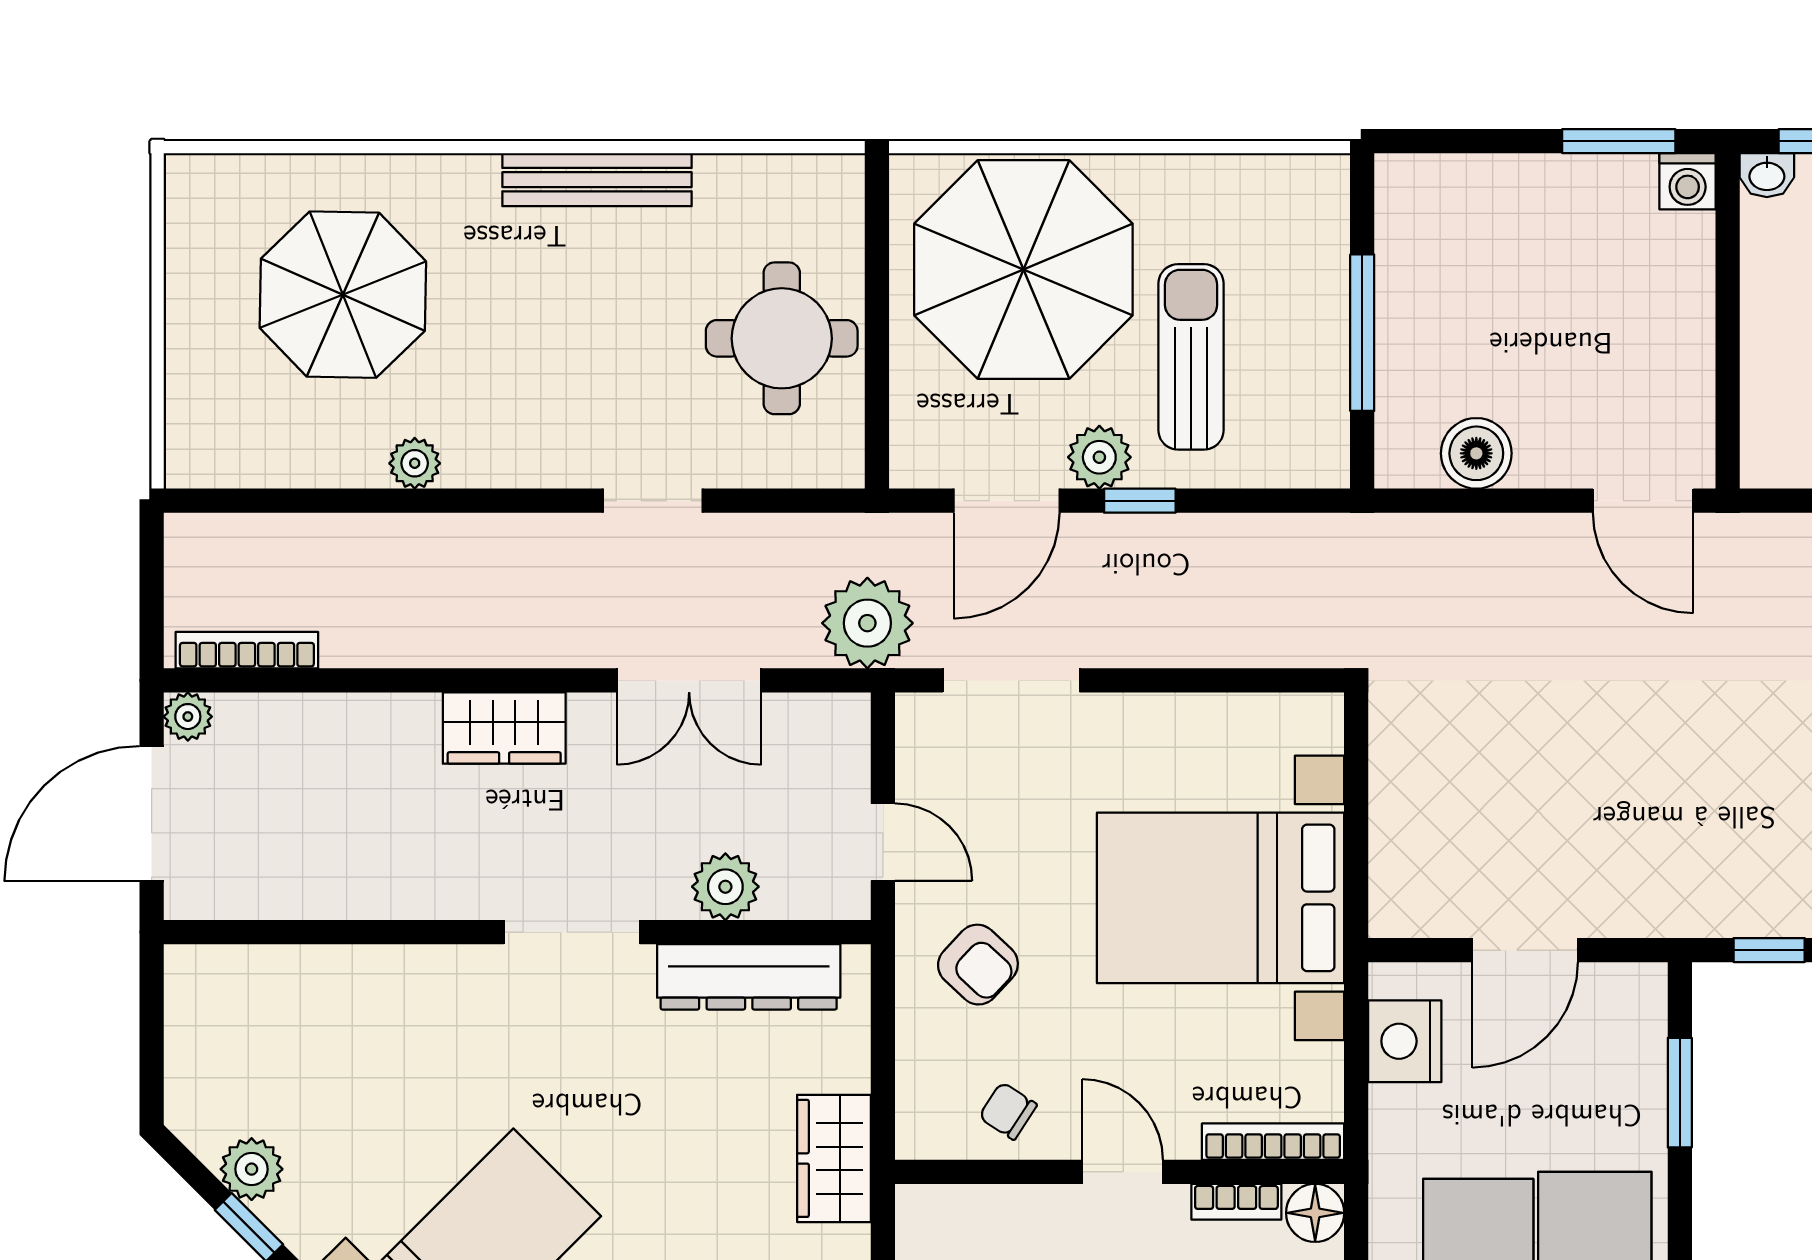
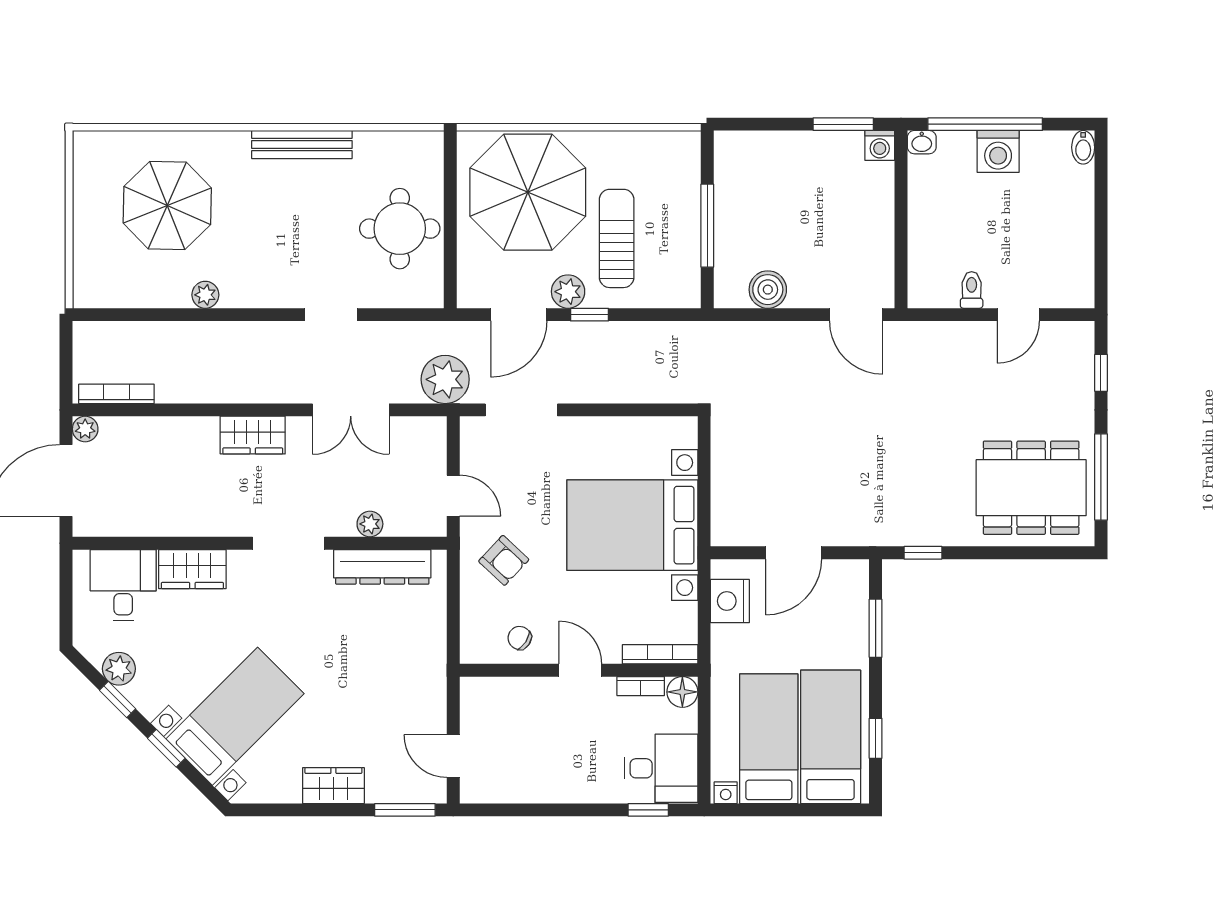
plant: (725, 887) -> (370, 524), width x0.73, depth x0.73
desk: (260, 1011) -> (123, 585), added
wardrobe: (834, 1158) -> (192, 569), moved, turned -90

